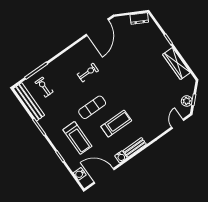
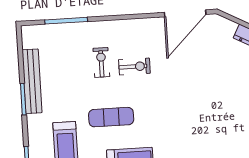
exercise bike: (44, 87) -> (101, 62), moved
bench: (29, 102) -> (32, 81), moved

